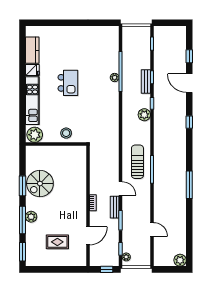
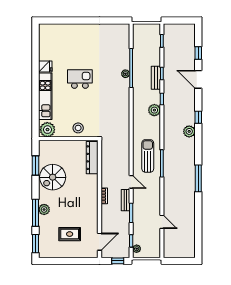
kitchen counter: (32, 50) -> (45, 47), removed
kitchen island: (68, 83) -> (80, 79), turned -90
dresser: (80, 164) -> (92, 158), added
window: (22, 186) -> (36, 165), moved
door: (88, 236) -> (99, 242), moved
plant: (180, 260) -> (189, 131), moved

